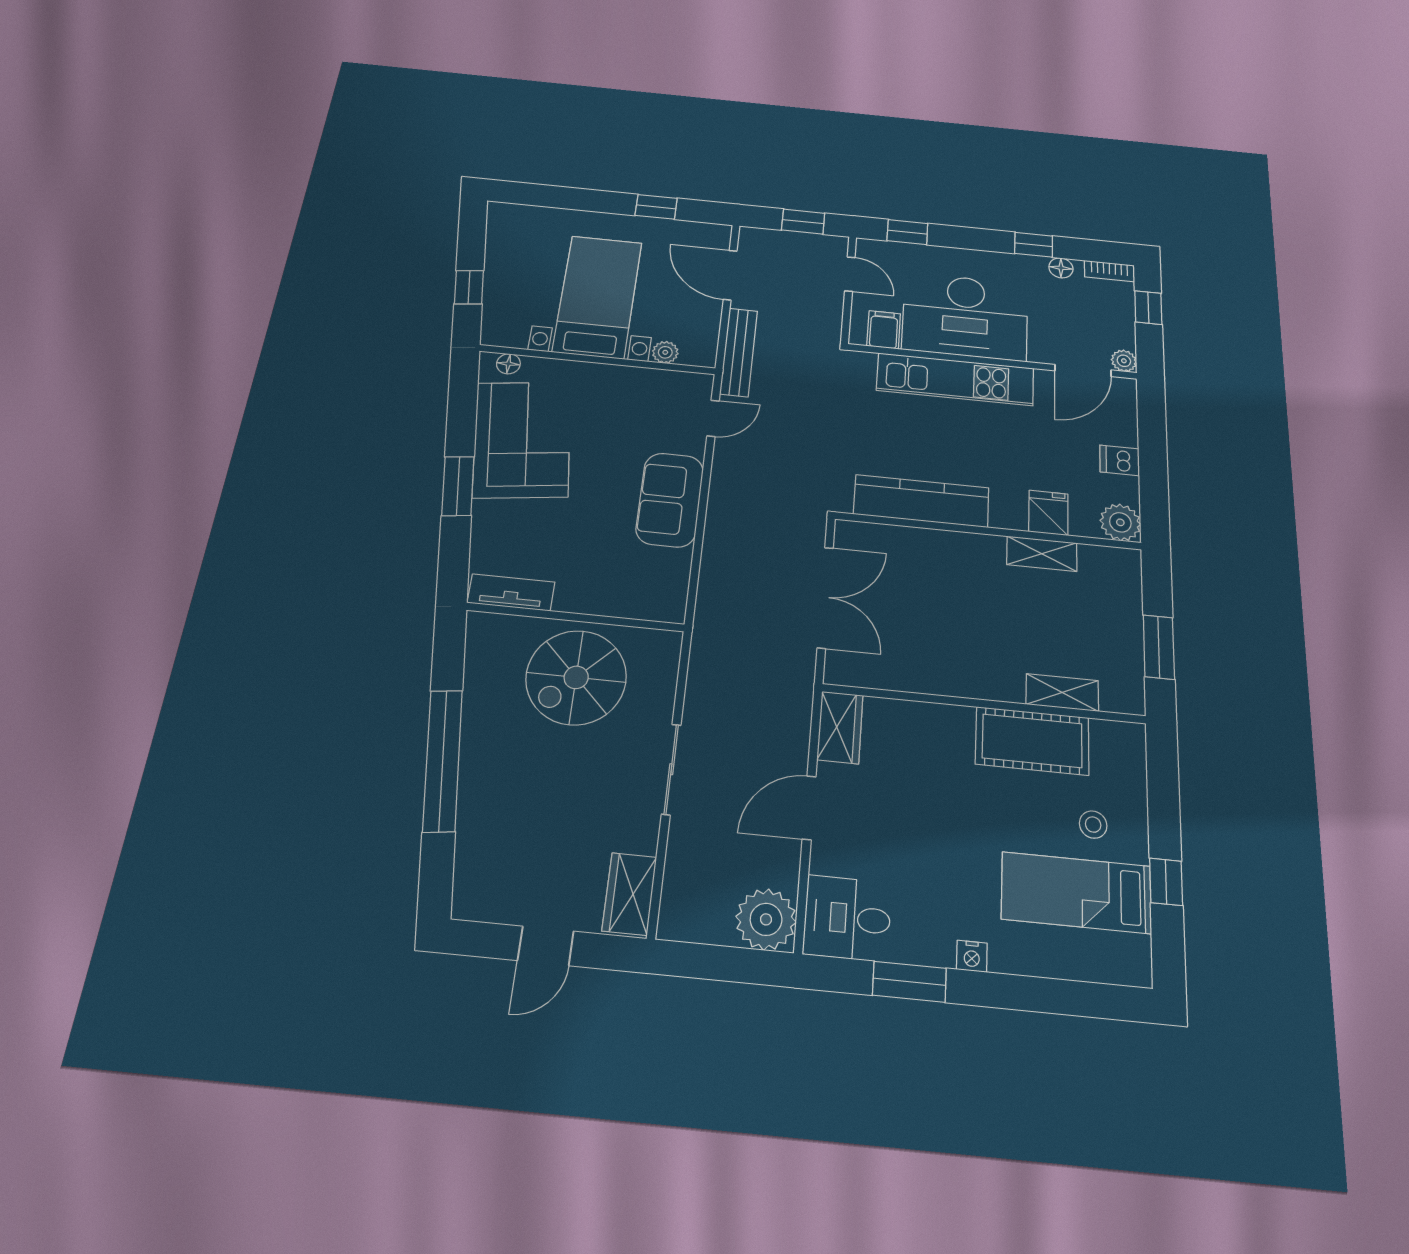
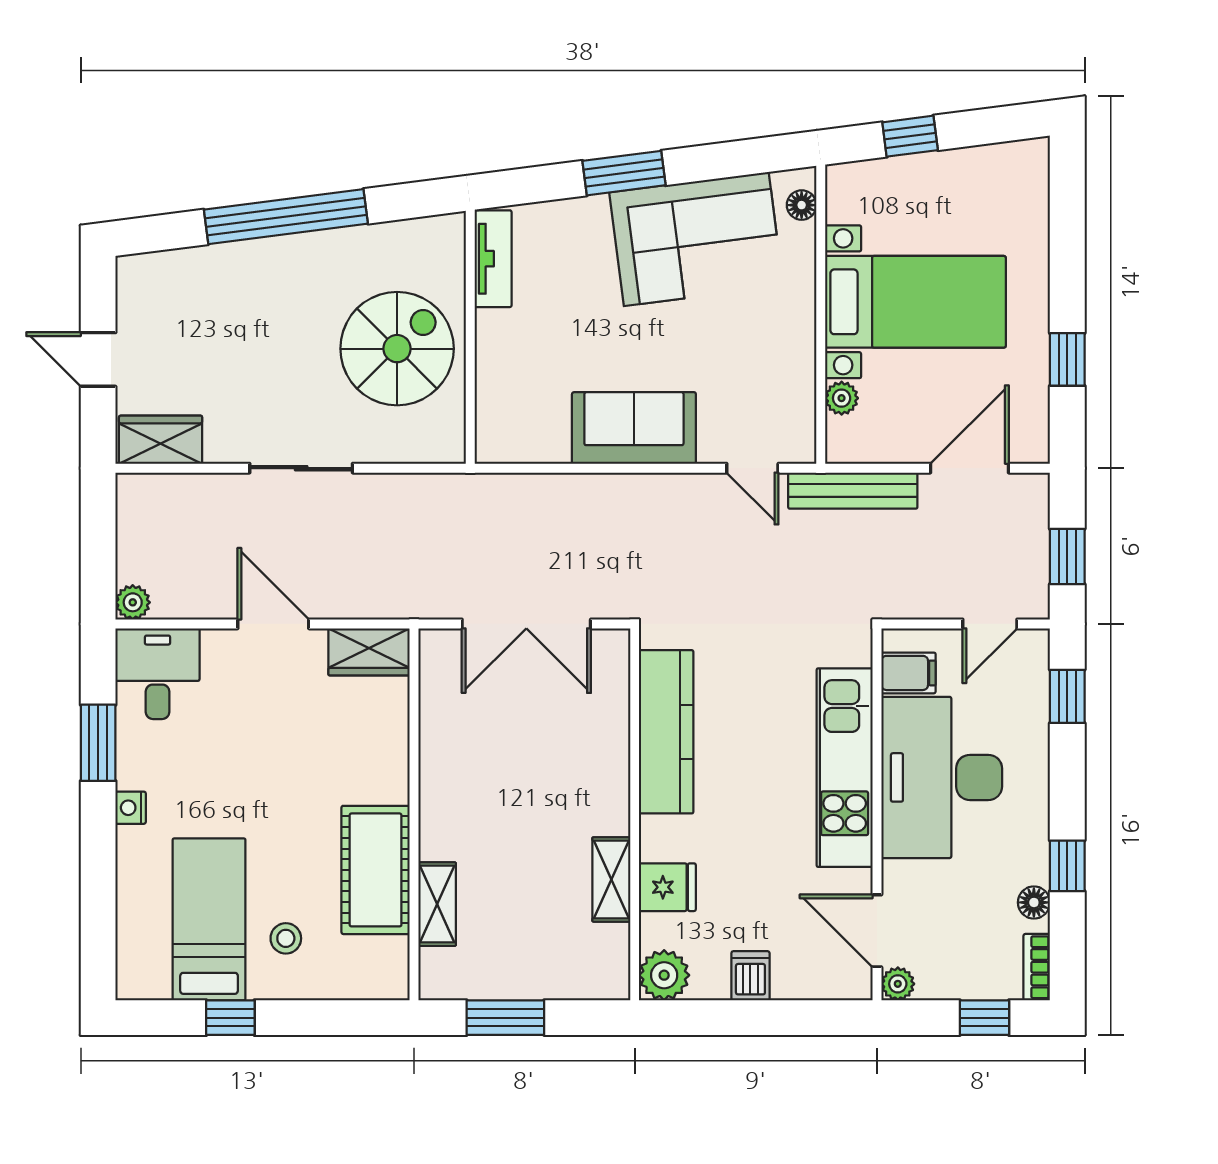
spiral stairs: (576, 677) -> (397, 349), turned 90
plant: (766, 919) -> (133, 602), width x0.53, depth x0.53

